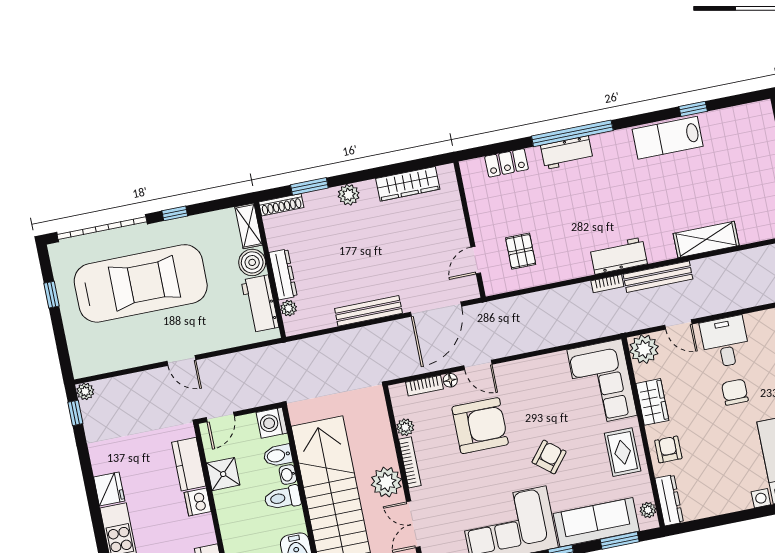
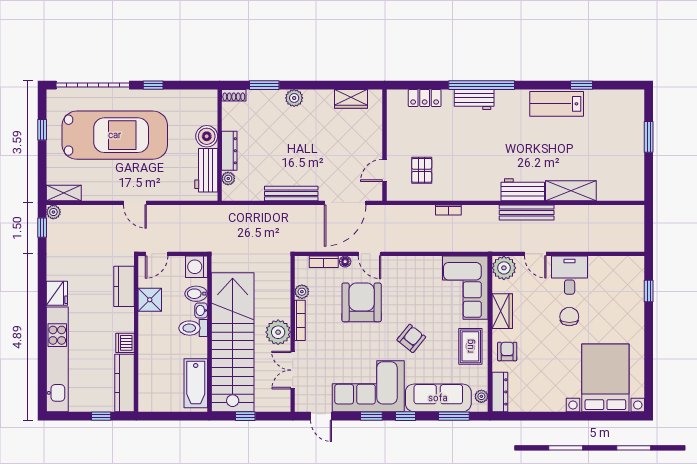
wardrobe: (408, 184) -> (351, 99), width x0.67
shoe rack: (281, 205) -> (234, 95), width x0.70
shelving: (249, 226) -> (64, 193), moved, turned 90
workbench: (619, 256) -> (523, 190), moved
bookcase: (607, 284) -> (448, 210), moved
armchair: (480, 426) -> (362, 302), turned -90
dishwasher: (198, 502) -> (125, 343), moved

